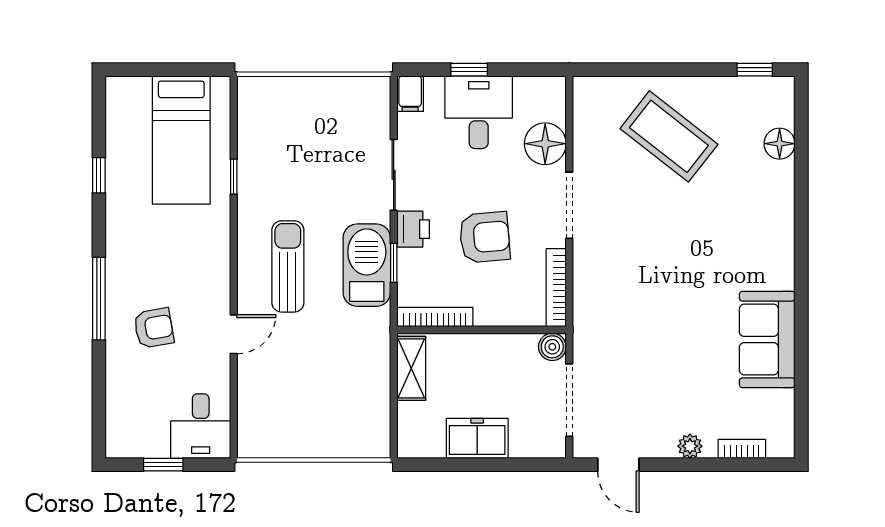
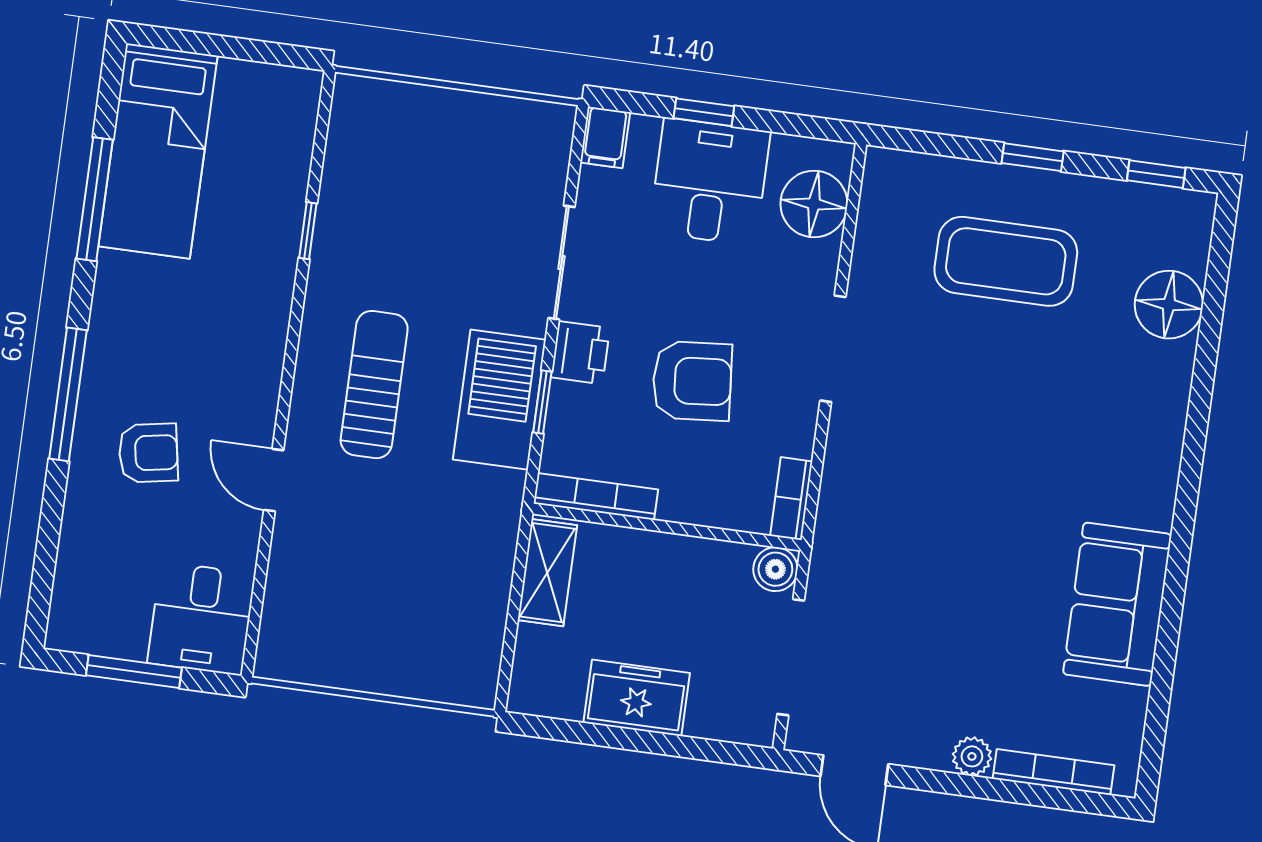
window: (677, 70) -> (1033, 157), added
coffee table: (669, 136) -> (1006, 261), turned -38
bed: (181, 140) -> (158, 151), moved
floor lamp: (545, 144) -> (814, 204), moved
floor lamp: (780, 144) -> (1169, 305), width x1.38, depth x1.38
window: (99, 175) -> (95, 199), width x2.17
bookcase: (556, 288) -> (791, 499), width x0.64
door: (234, 334) -> (274, 480), swing flipped
bookcase: (742, 449) -> (1053, 772), width x1.56
window: (163, 465) -> (134, 671), width x1.50

